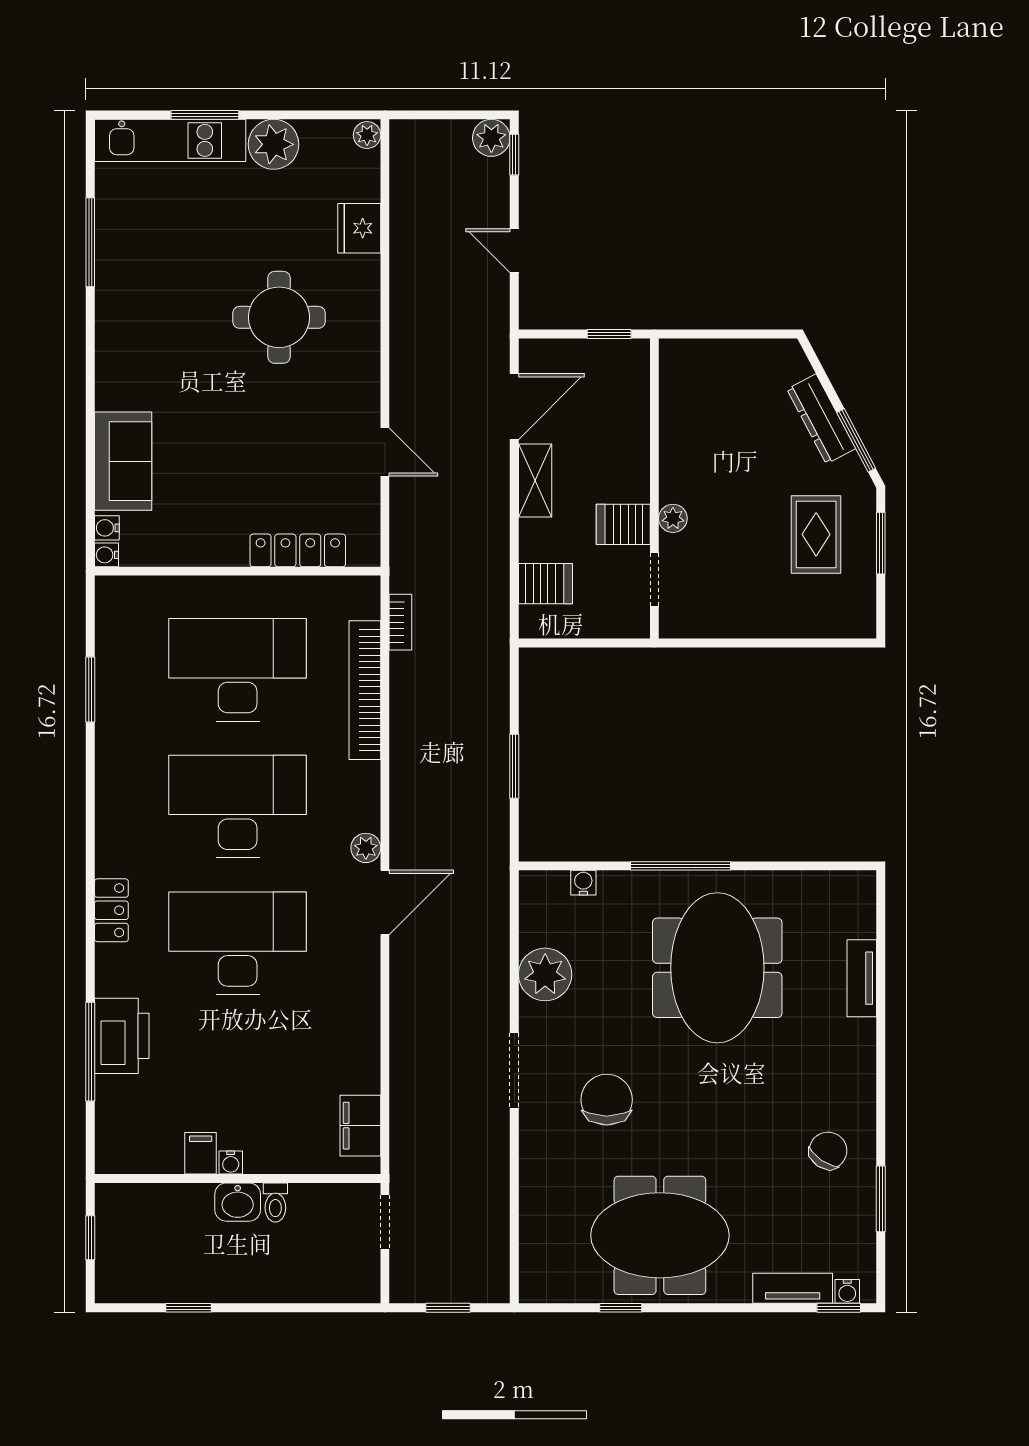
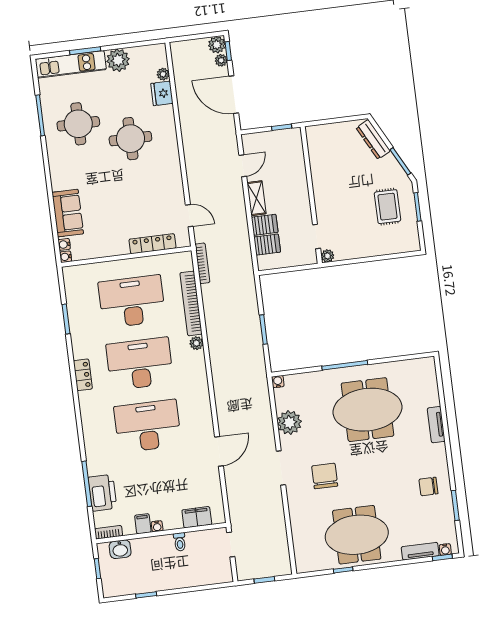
plant: (367, 135) -> (163, 74), moved
plant: (496, 173) -> (221, 60), added
door: (514, 251) -> (234, 95), width x1.88
round table: (170, 271) -> (78, 124), added
door: (514, 407) -> (243, 166), width x0.73
dresser: (821, 419) -> (373, 139), moved
door: (385, 452) -> (189, 216), moved
plant: (673, 518) -> (328, 256), moved
server rack: (623, 524) -> (265, 225), moved, turned 180
bookcase: (400, 622) -> (202, 263), width x1.56
plant: (366, 848) -> (196, 343), moved
water cooler: (583, 883) -> (278, 382), moved
door: (385, 902) -> (219, 451), moved
locker: (111, 910) -> (83, 375), moved
meeting table: (717, 968) -> (367, 410), turned 90
tv unit: (862, 978) -> (436, 425), moved
printer: (122, 1036) -> (102, 493), moved
filing cabinet: (360, 1126) -> (197, 517), moved, turned 90
chair: (828, 1151) -> (428, 486), turned -124
bookcase: (124, 1162) -> (109, 532), added
washbasin: (238, 1202) -> (120, 549), moved

